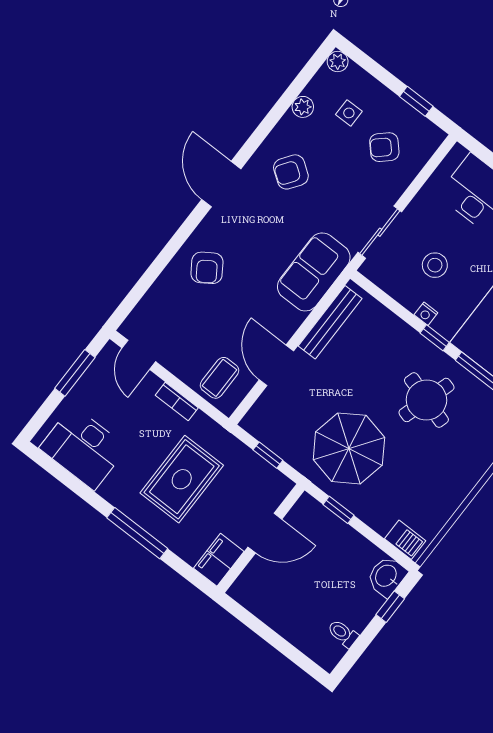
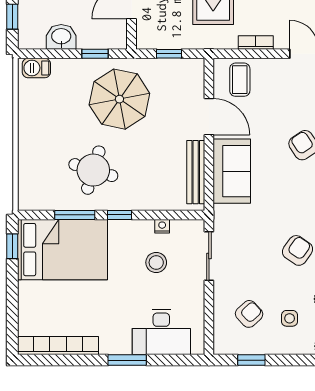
sofa: (314, 272) -> (232, 171), moved
nightstand: (426, 314) -> (162, 226), moved
washbasin: (387, 576) -> (61, 37), moved, turned -90

